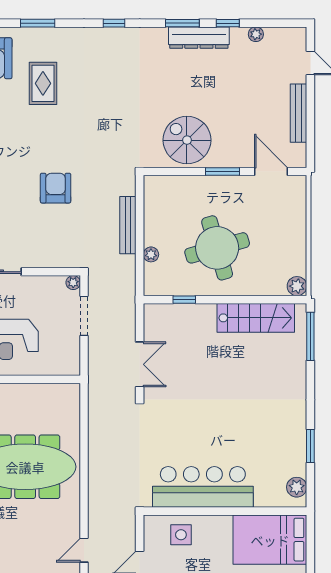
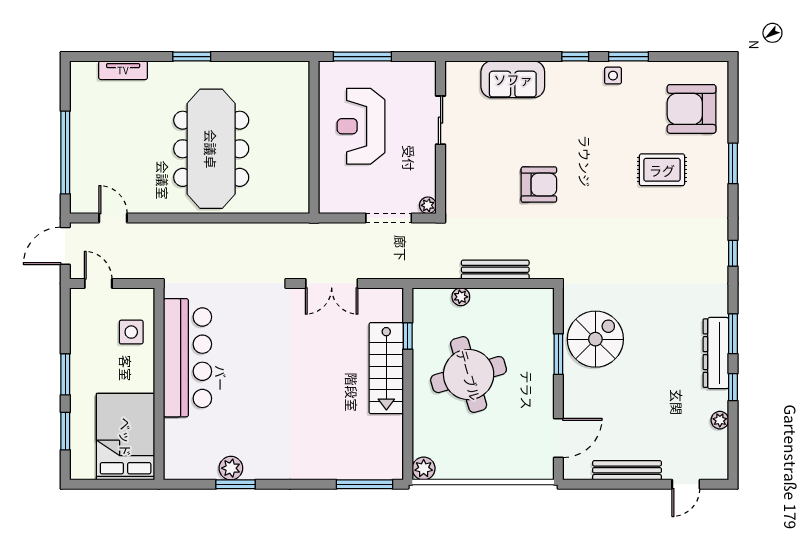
window: (222, 172) -> (558, 354), moved
stairs: (256, 318) -> (386, 368), moved
plant: (297, 487) -> (231, 468), moved

